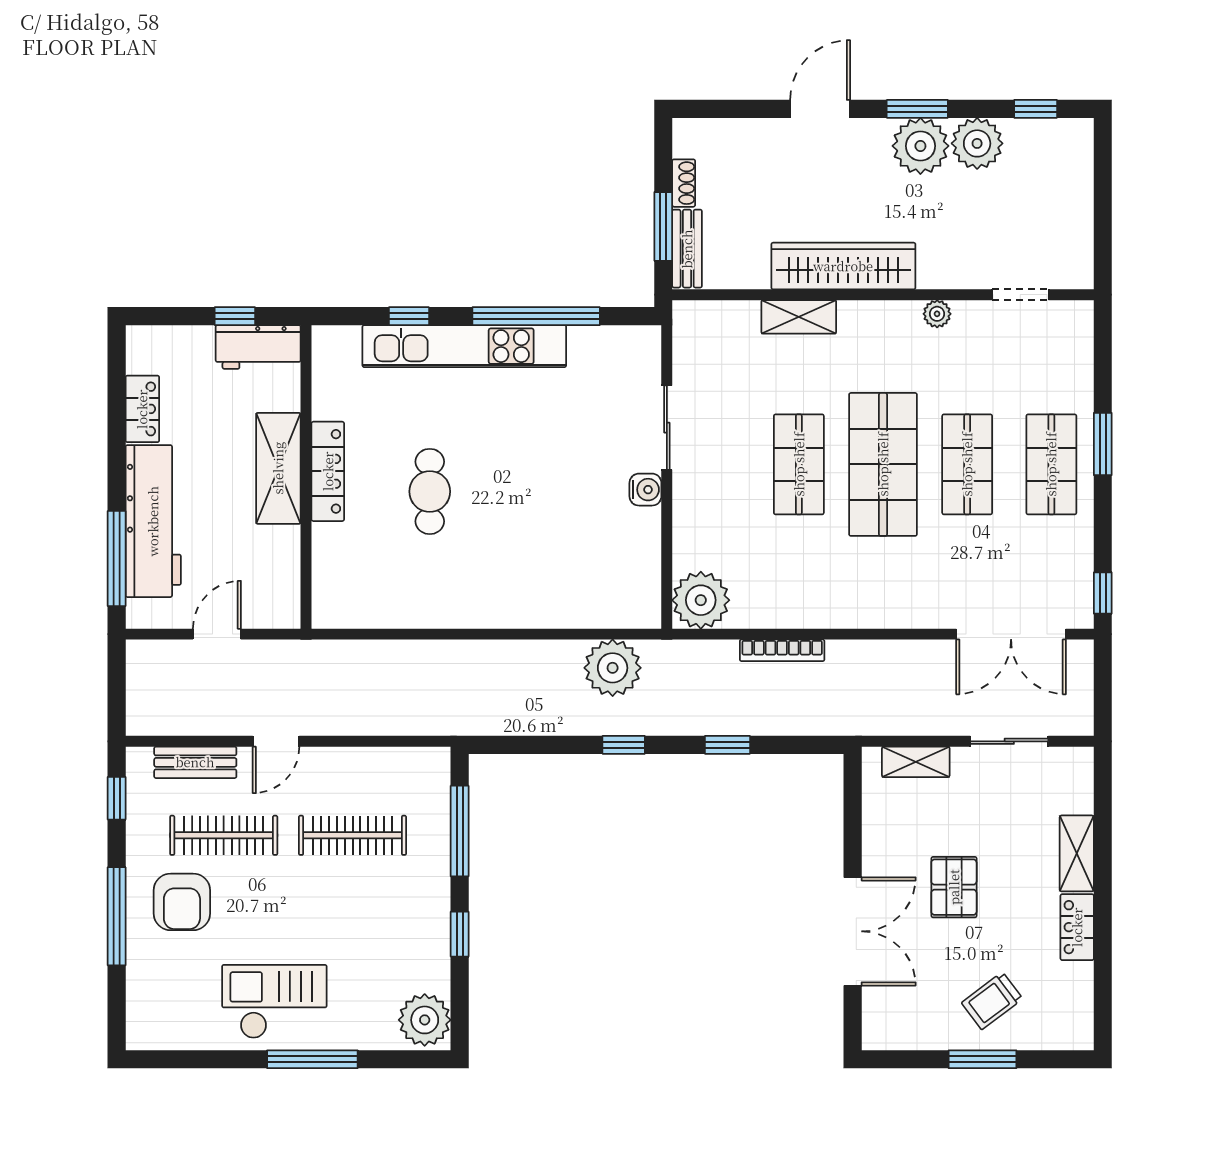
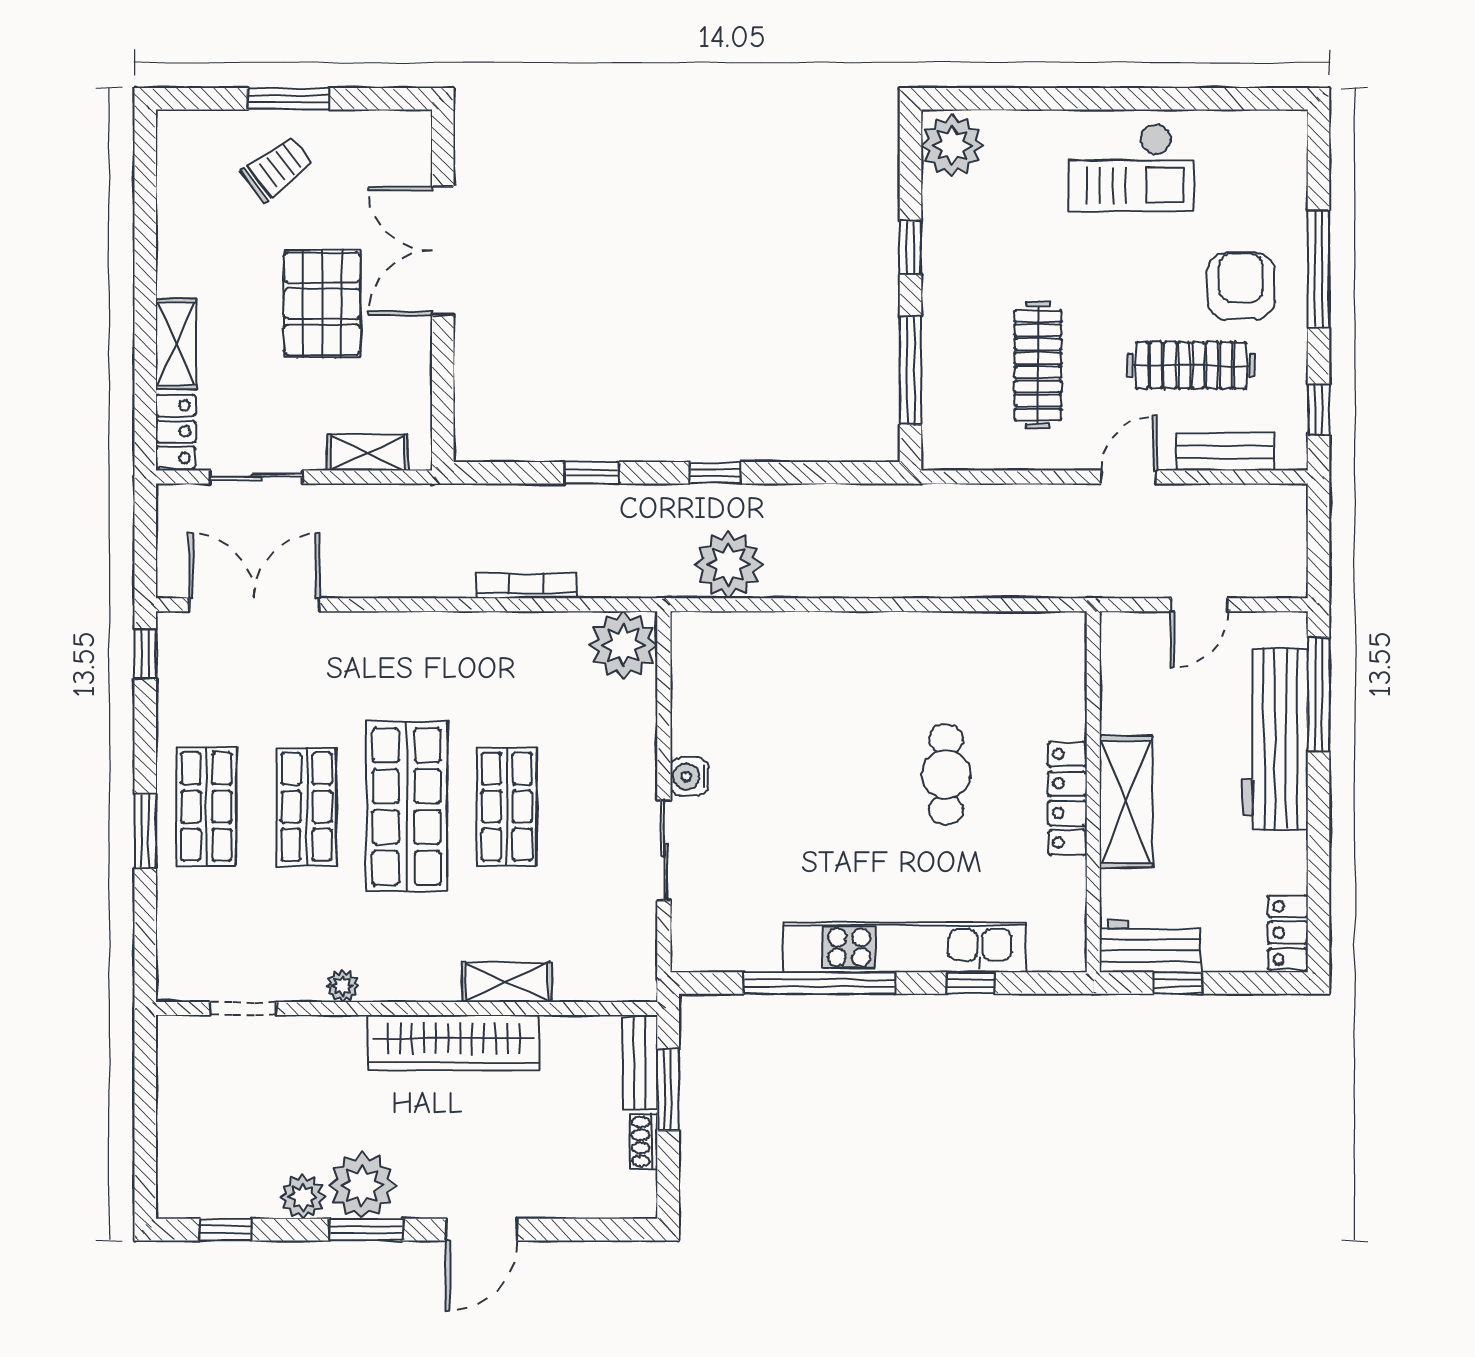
plant: (977, 143) -> (303, 1197), width x0.73, depth x0.73
locker: (142, 409) -> (1288, 933), moved
clothes rail: (353, 835) -> (1038, 365), turned 90
pallet: (954, 887) -> (322, 304), width x1.50, depth x1.42
locker: (1077, 927) -> (176, 432), moved
window: (312, 1059) -> (1086, 99), removed

